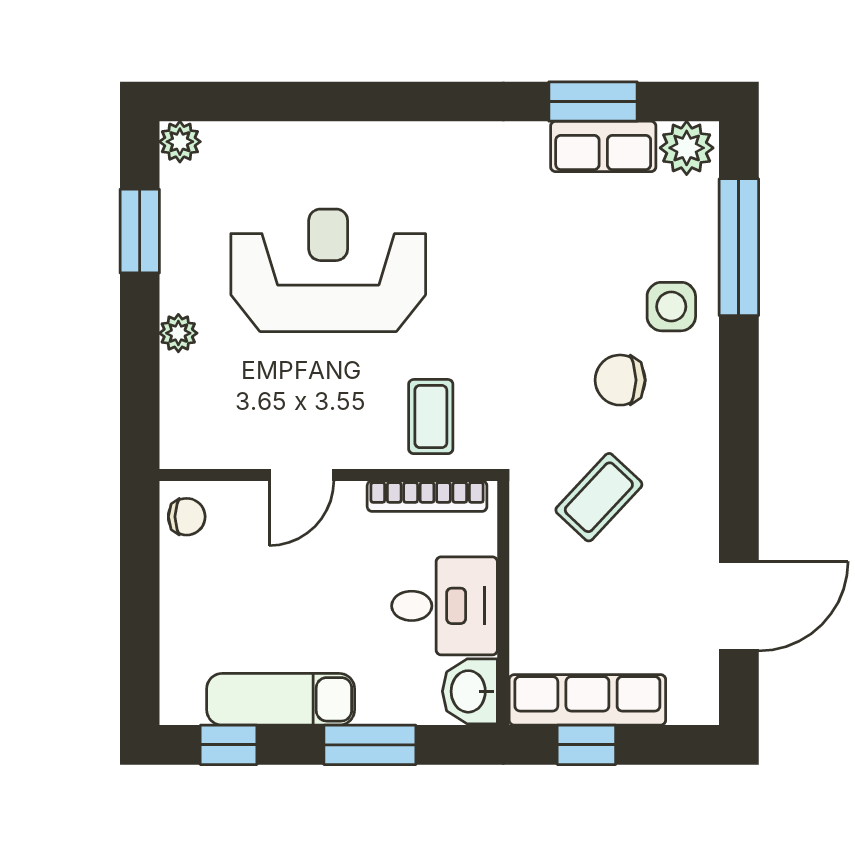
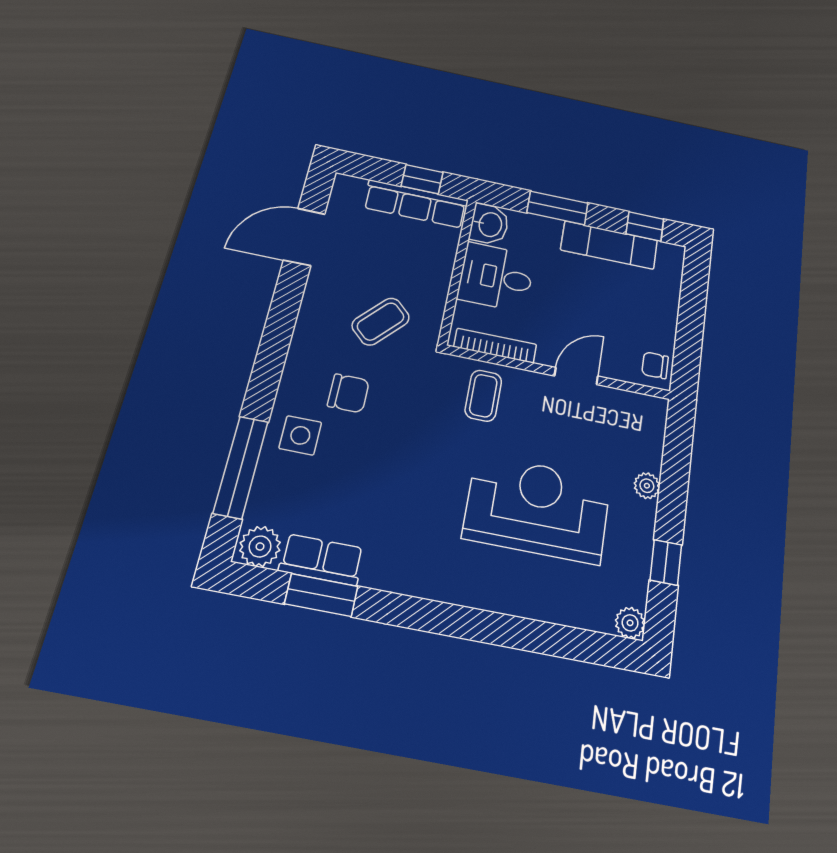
window: (140, 231) -> (666, 562), width x0.67
reception desk: (328, 270) -> (537, 508), turned 180

